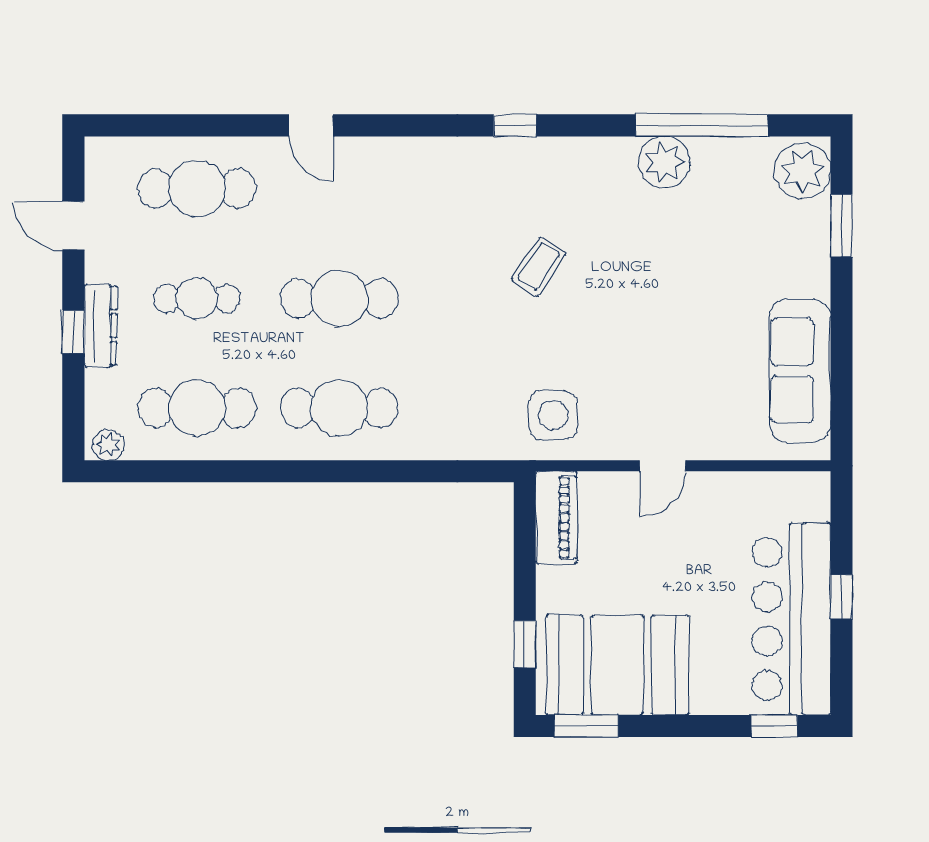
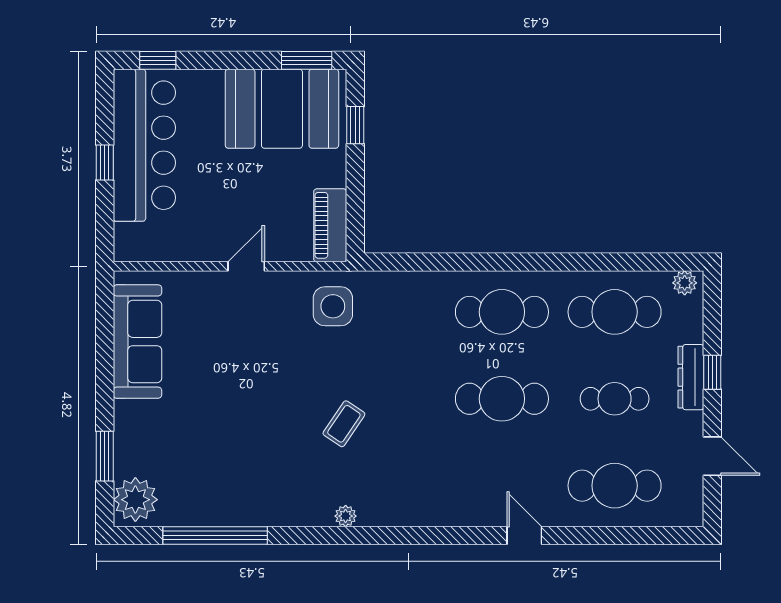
window: (515, 125) -> (363, 536), removed
plant: (664, 162) -> (346, 516), moved, width x0.53, depth x0.53

